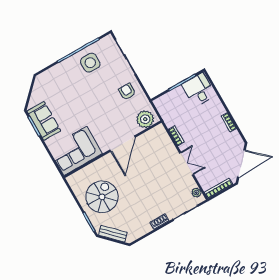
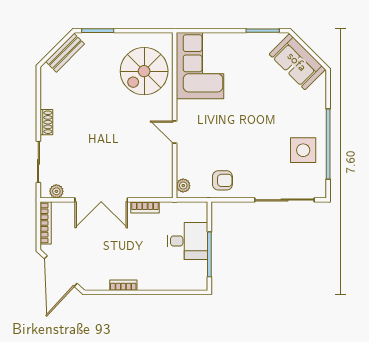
desk: (199, 90) -> (188, 241), moved
armchair: (127, 92) -> (222, 180), moved
plant: (145, 119) -> (183, 186), width x0.53, depth x0.53
sofa: (44, 121) -> (297, 62), moved, turned 45
door: (122, 144) -> (175, 132), width x0.53
double door: (186, 164) -> (101, 200), width x1.37
spiral stairs: (102, 197) -> (144, 71), moved, turned 90

